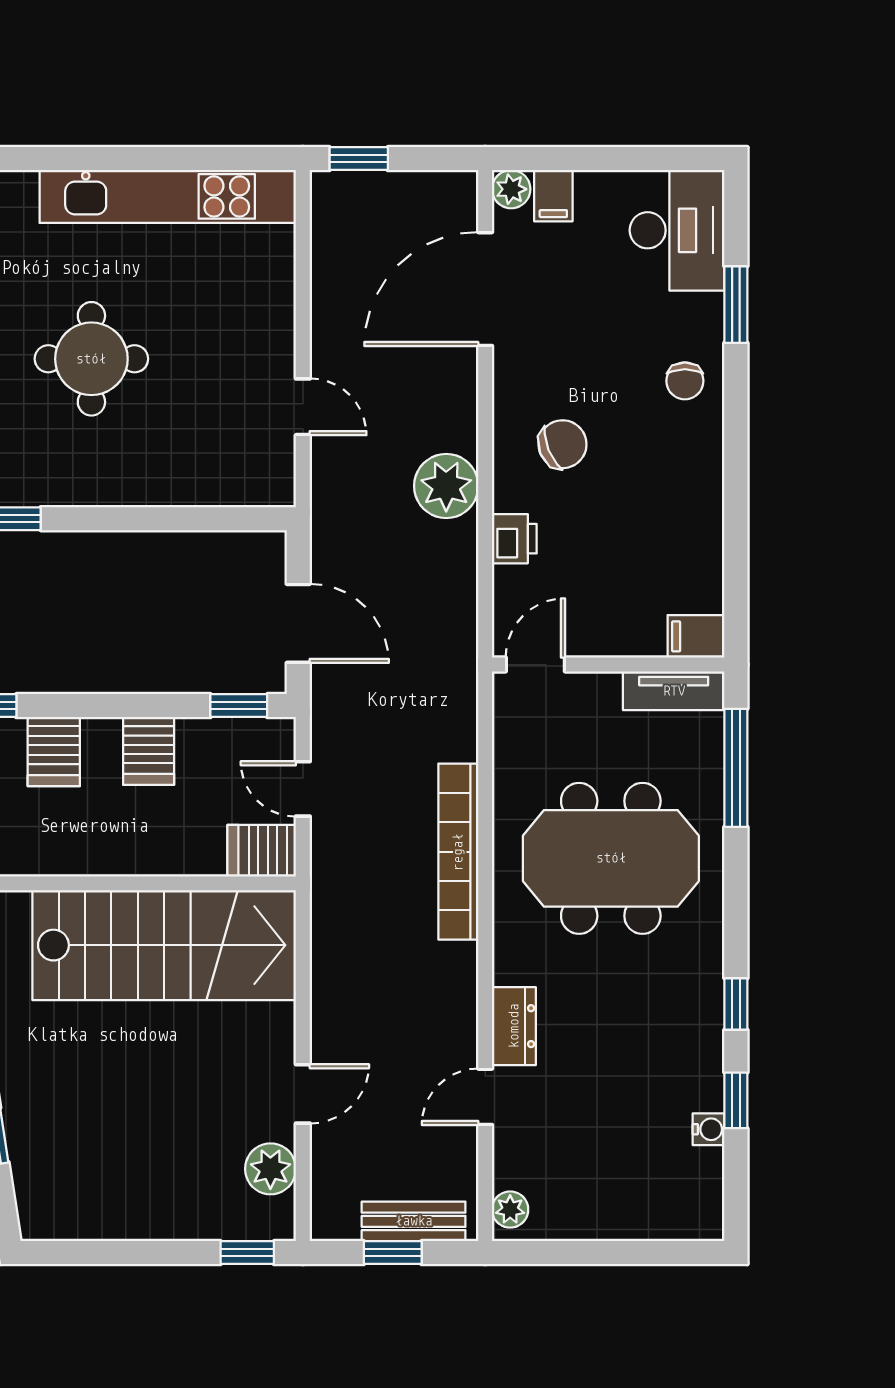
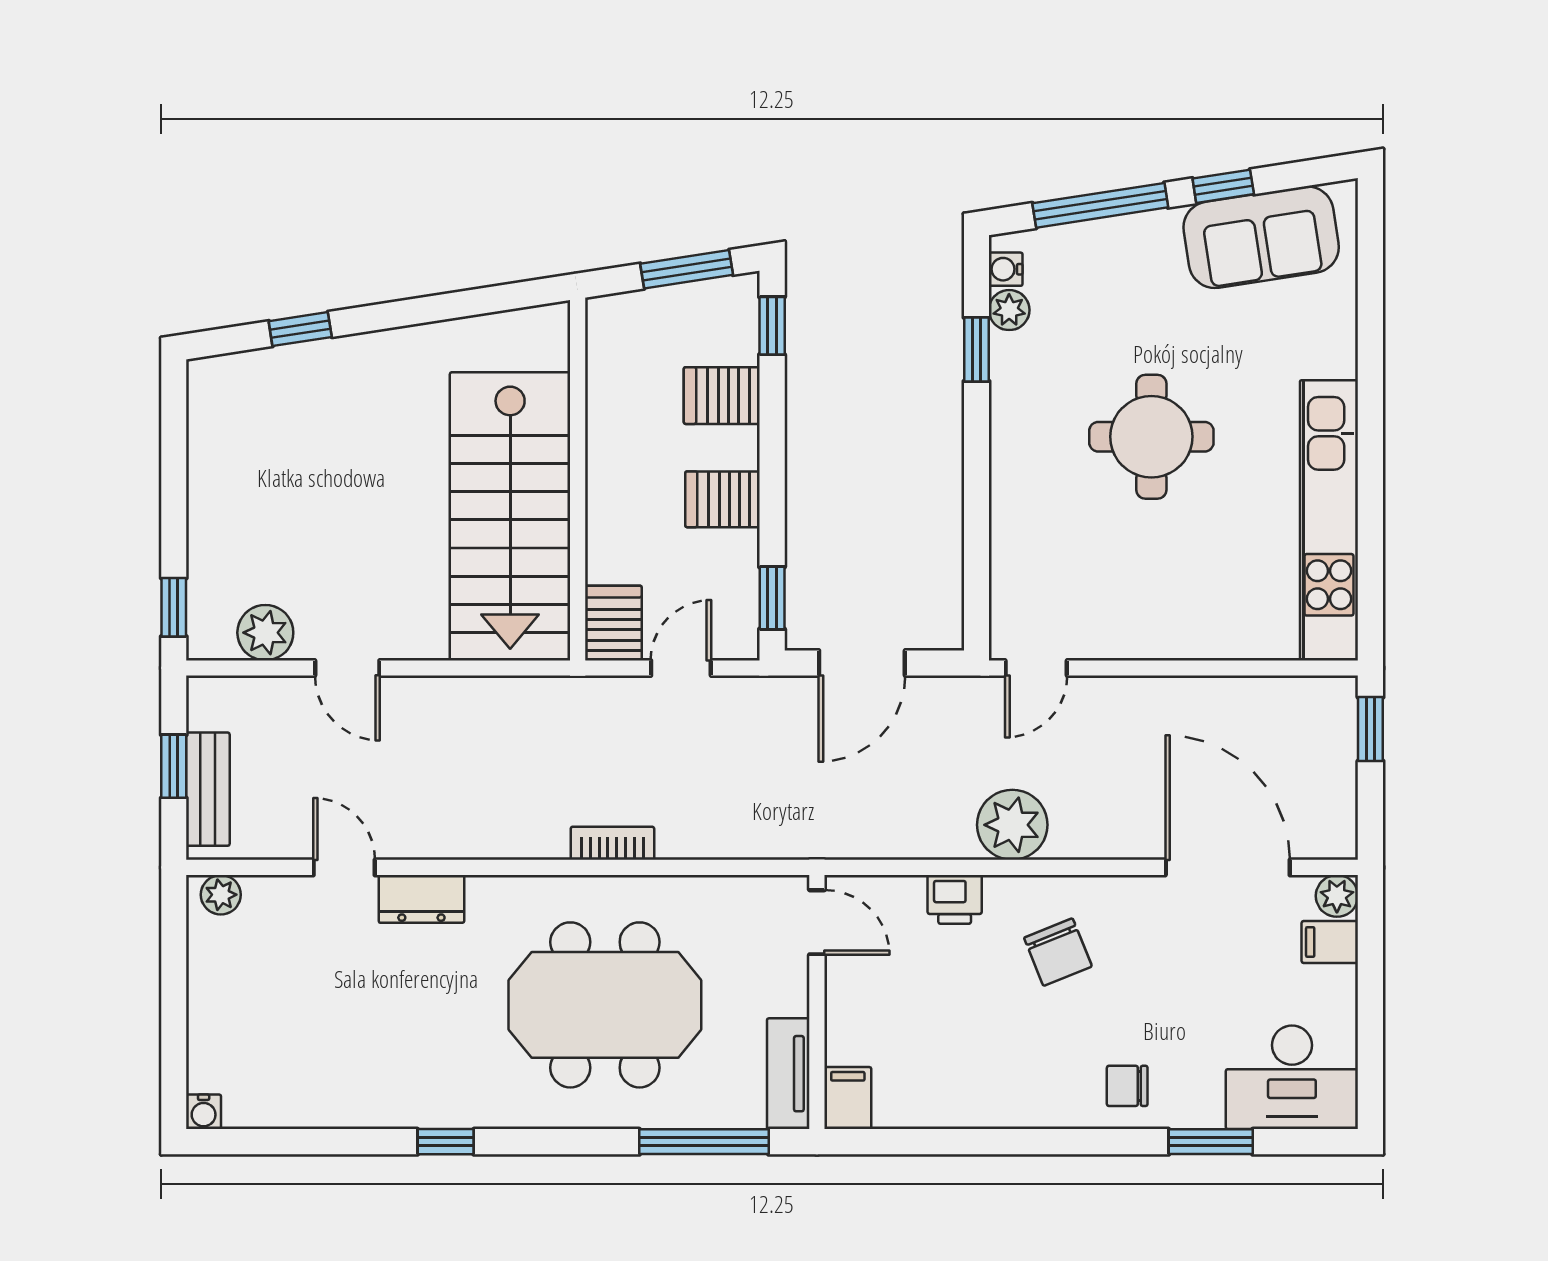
door: (303, 407) -> (1036, 668), moved
bookcase: (458, 852) -> (612, 843), width x0.43, depth x0.76
meeting table: (611, 858) -> (605, 1005), turned 90
window: (736, 1100) -> (340, 1142), removed
water cooler: (709, 1129) -> (204, 1112), moved

